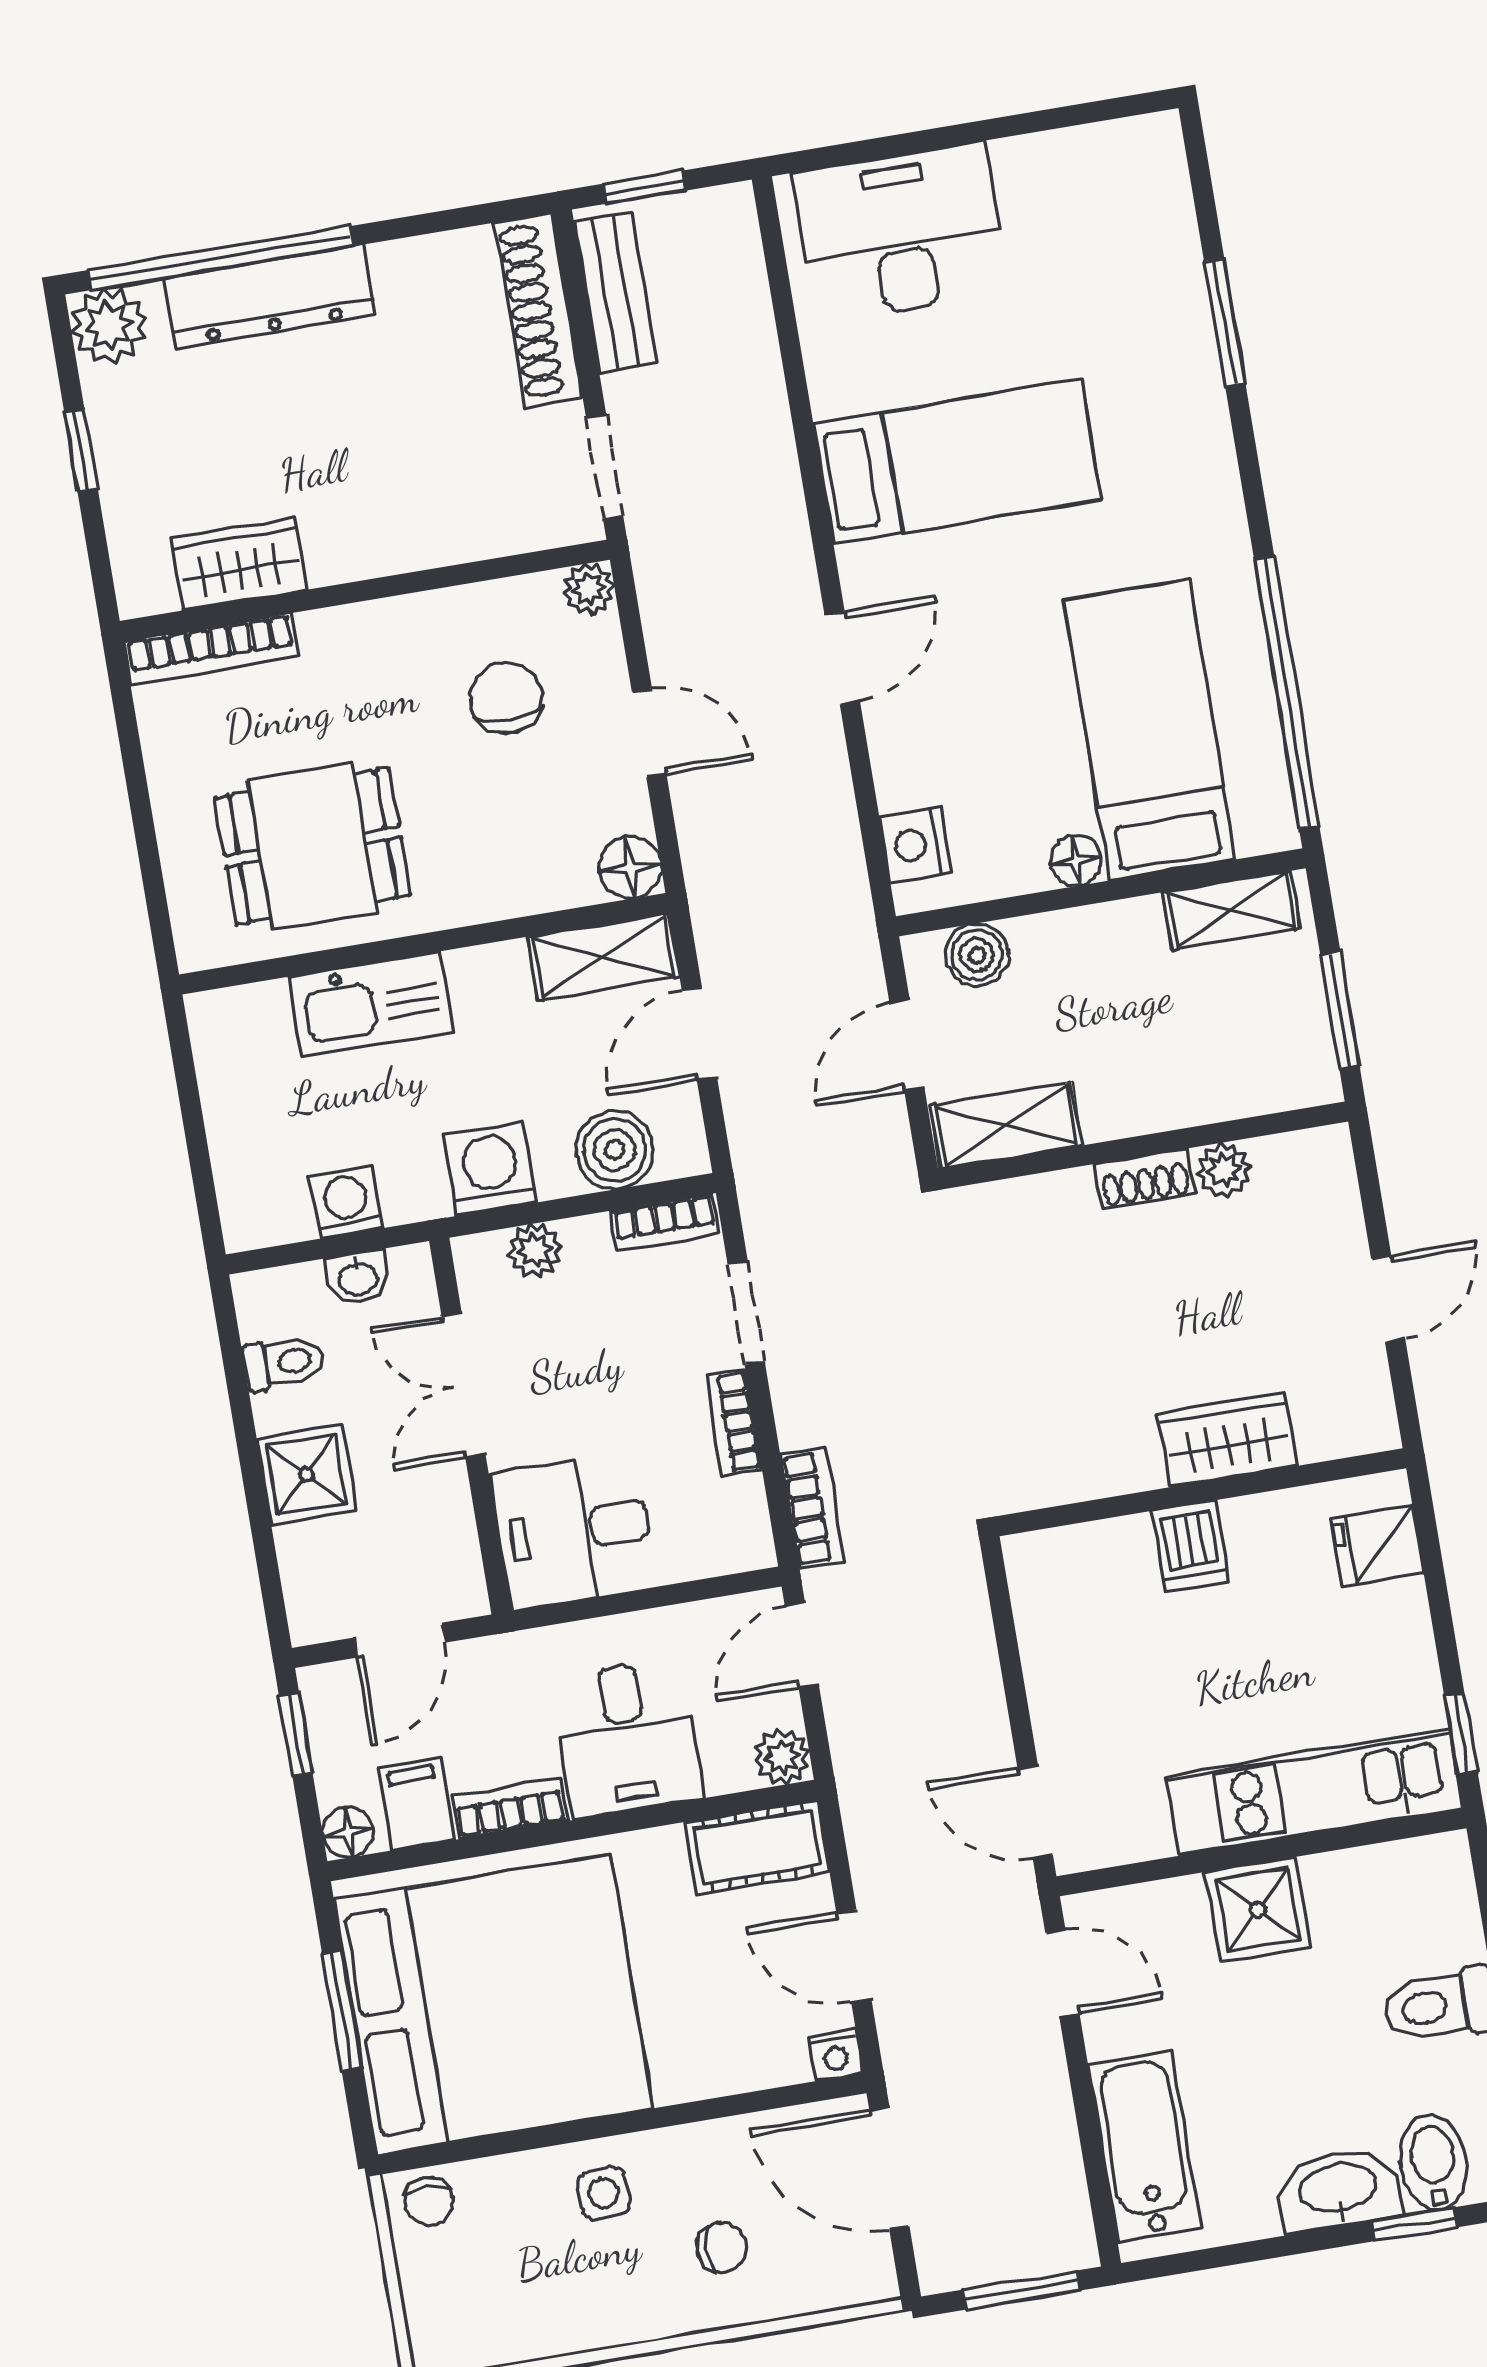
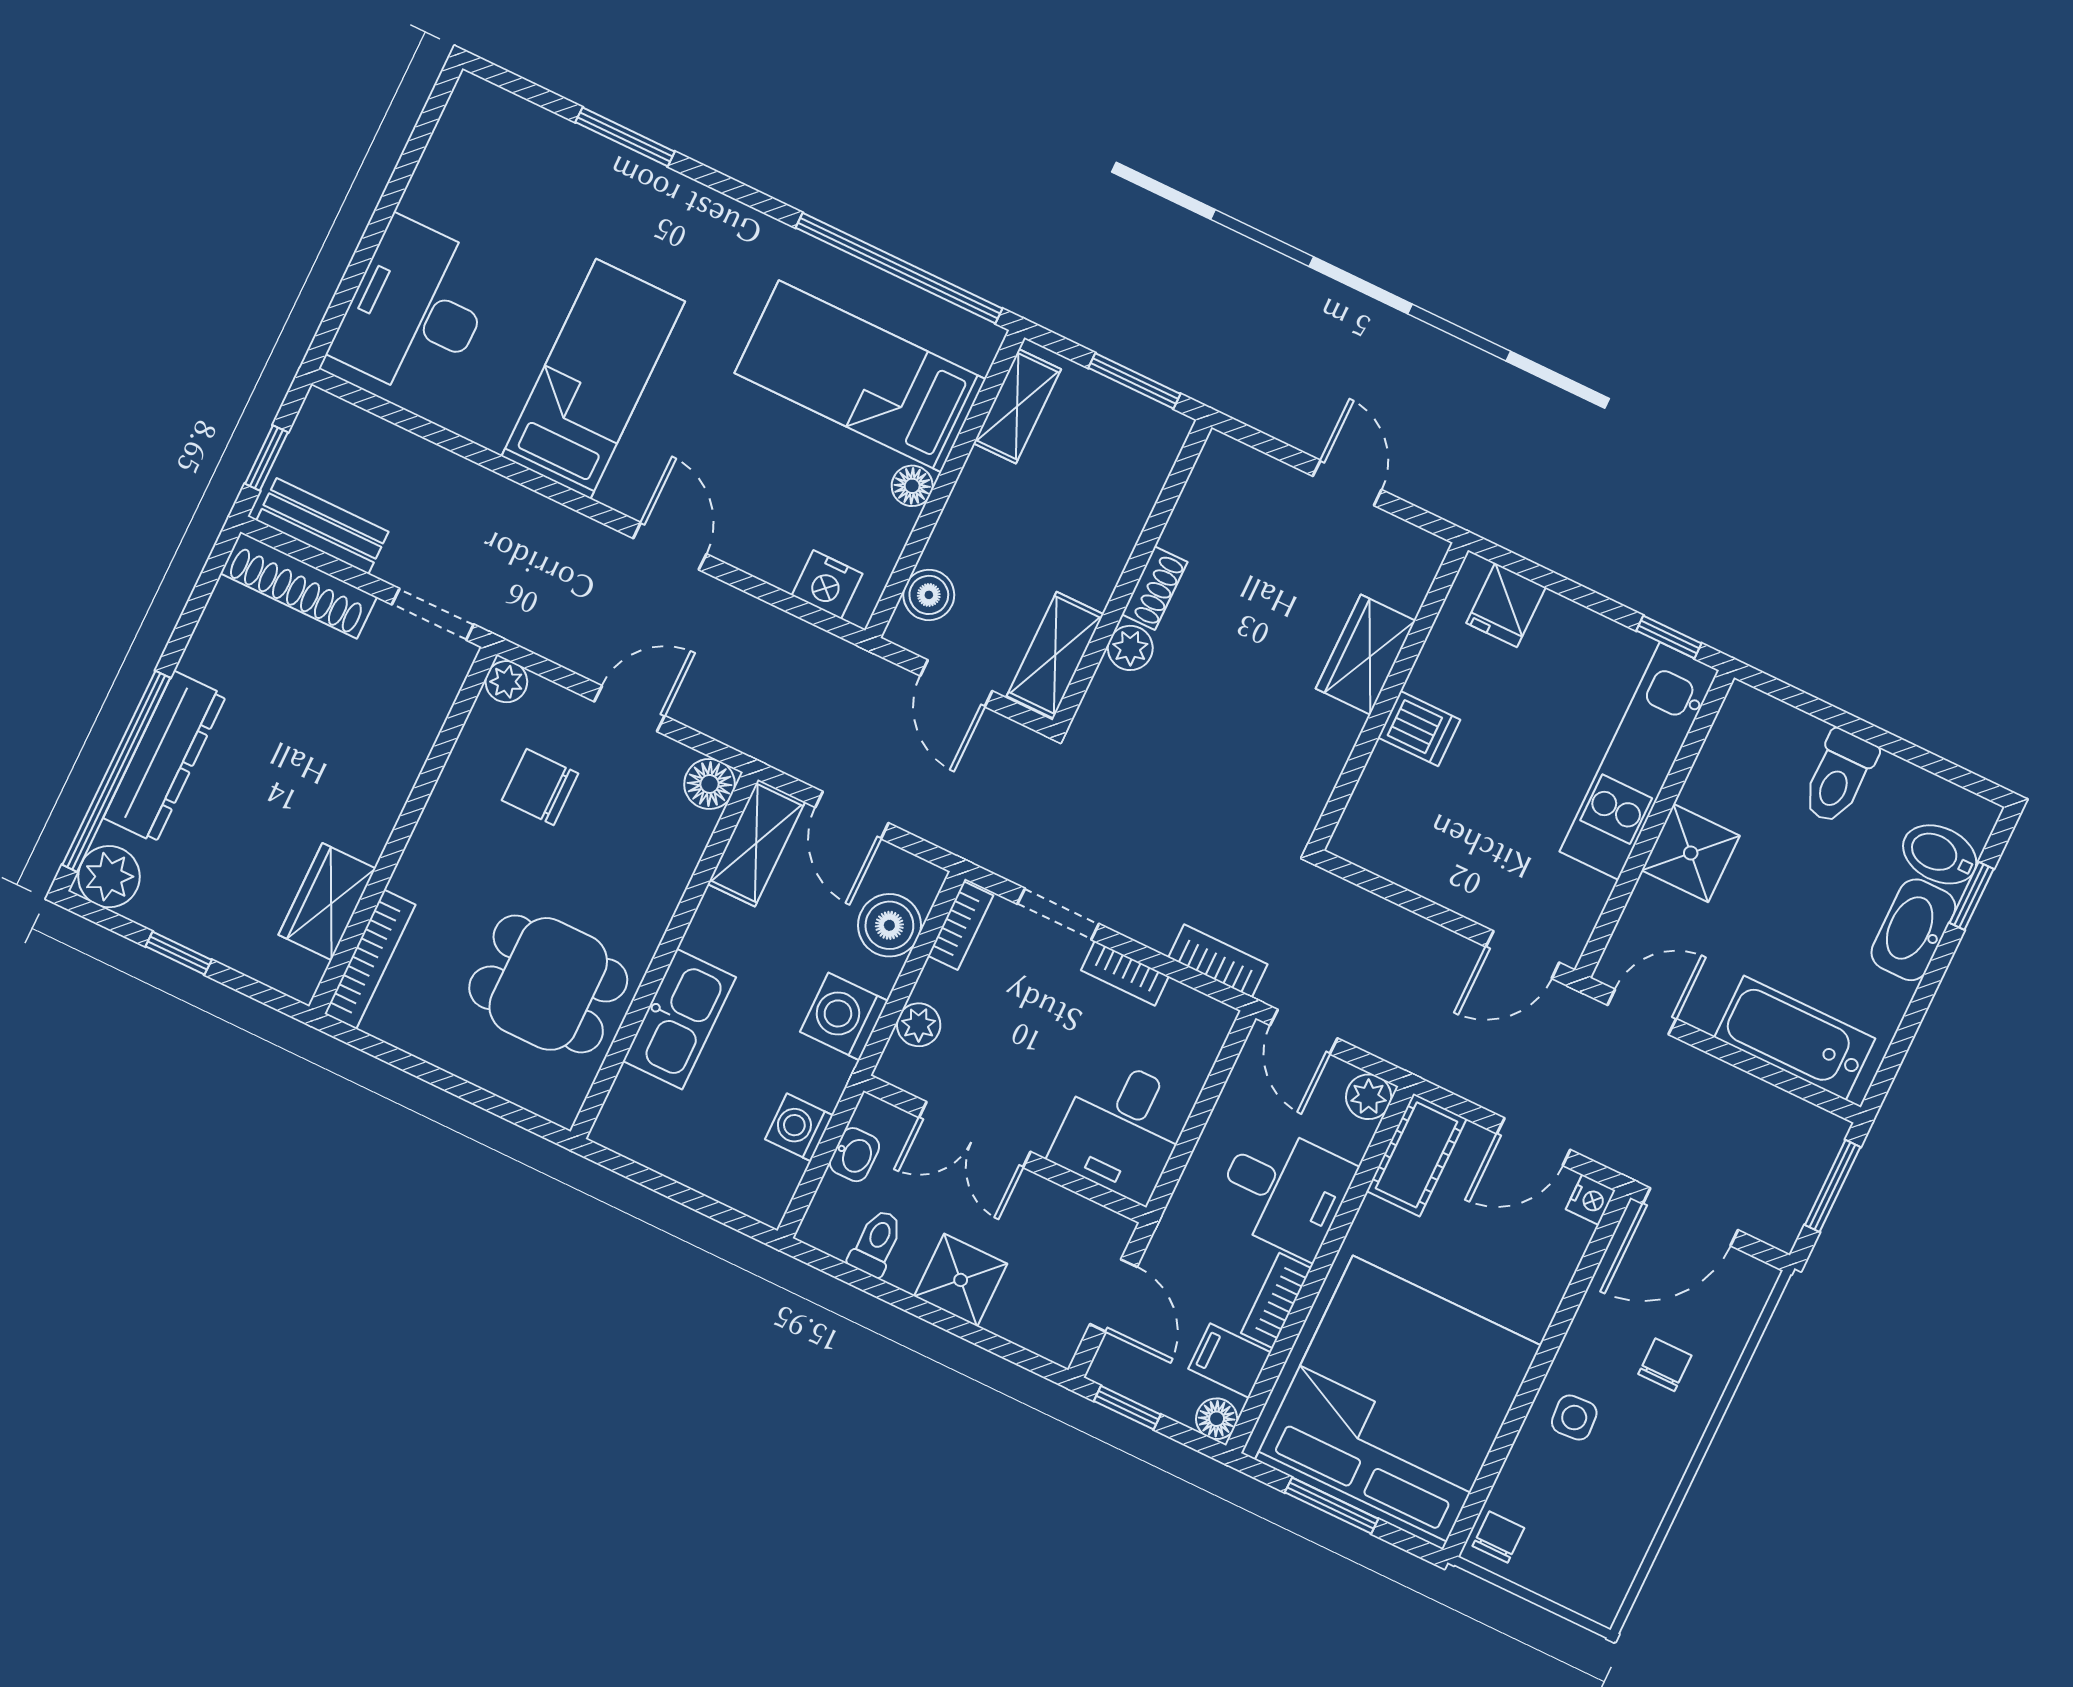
dining table: (313, 847) -> (548, 984), turned 90
plant: (1224, 1170) -> (1130, 648), moved
chair: (429, 2201) -> (1498, 1537), turned -90

